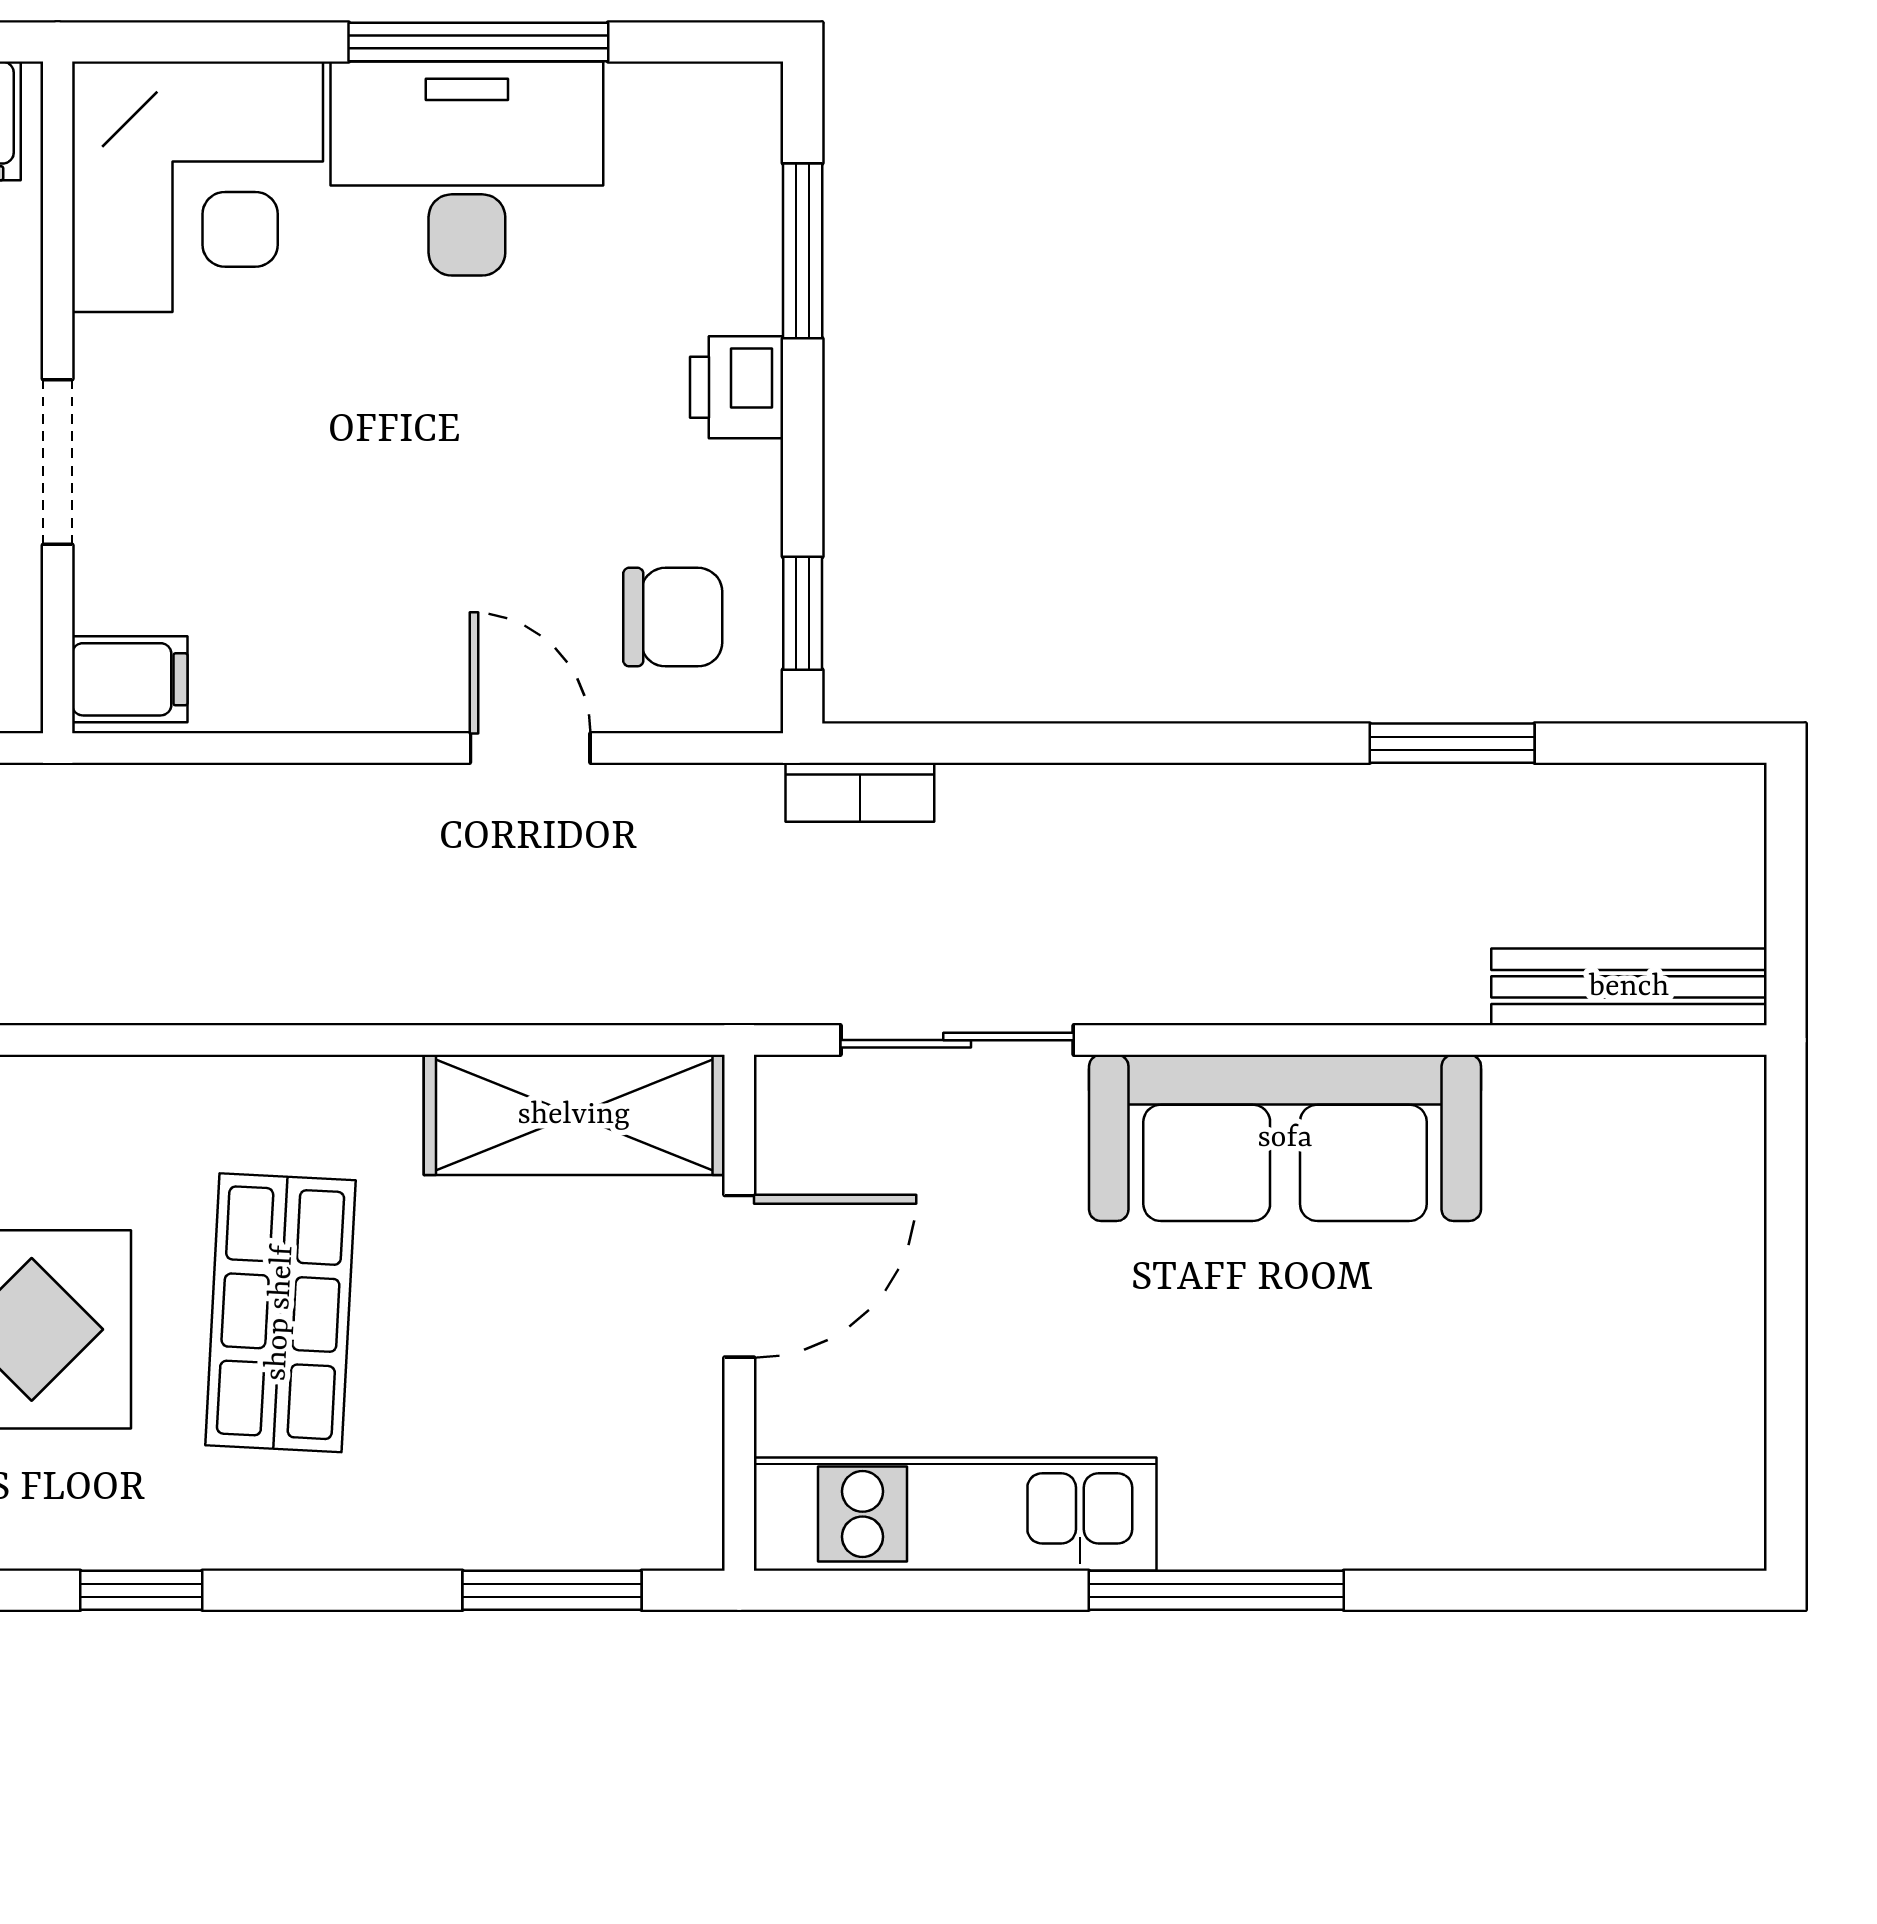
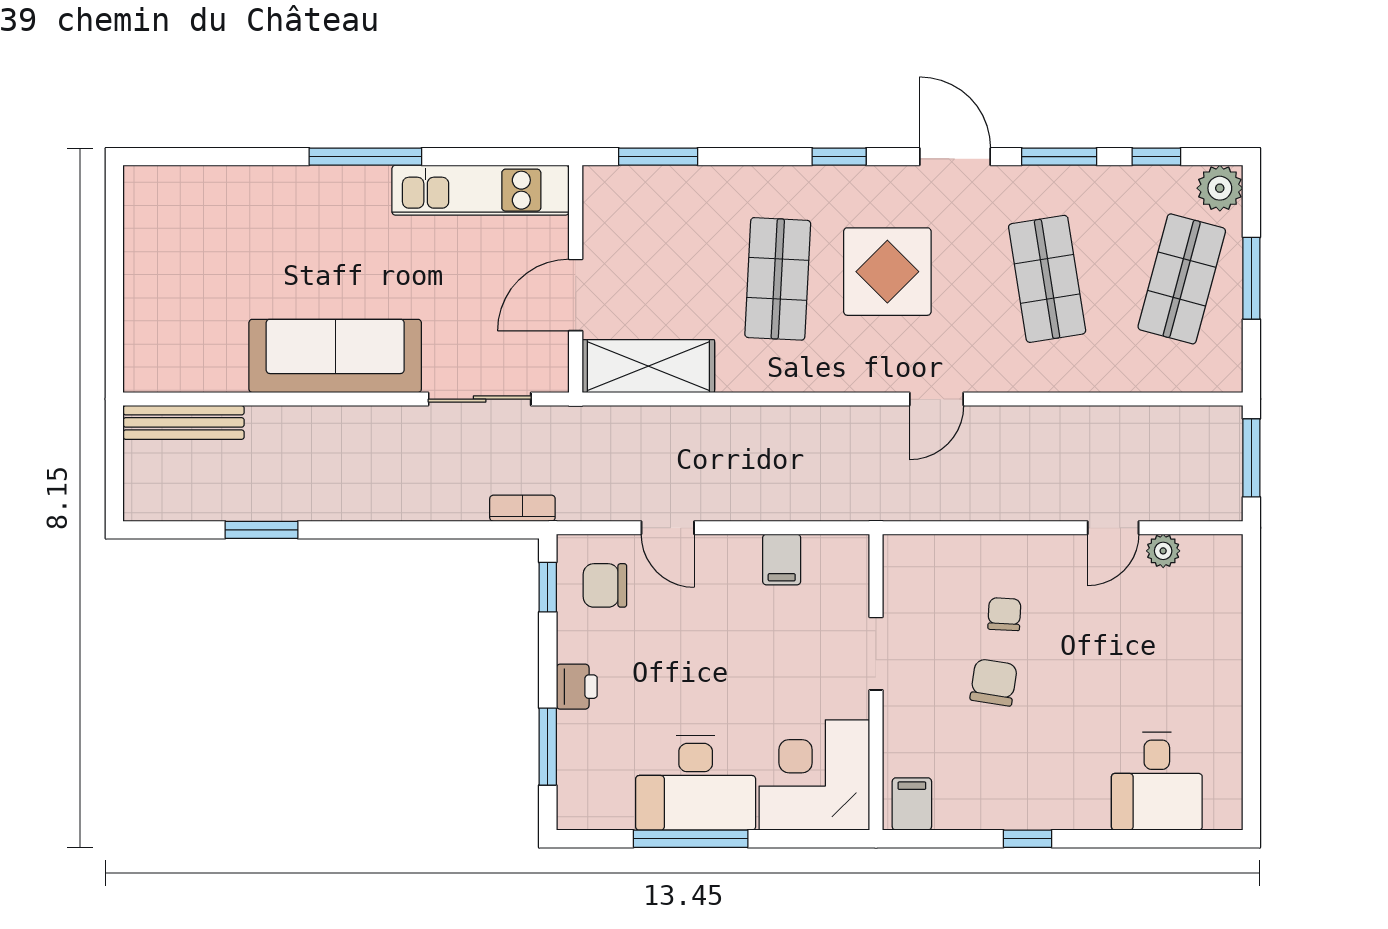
filing cabinet: (130, 679) -> (782, 560), moved, turned -90

